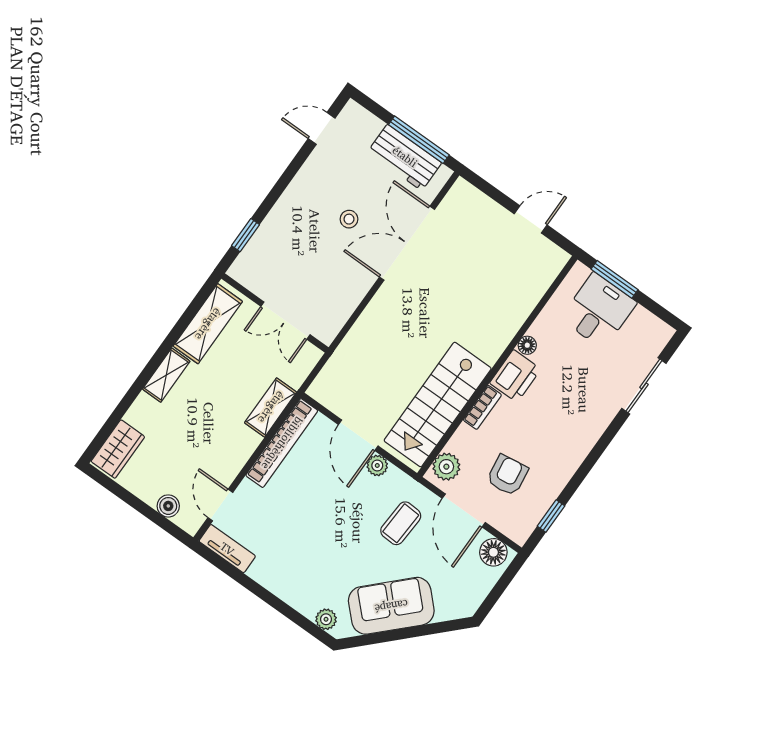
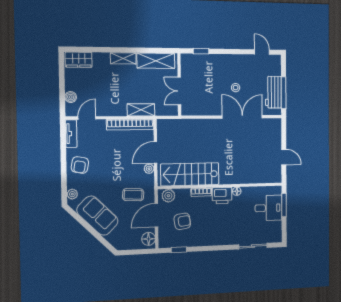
armchair: (288, 572) -> (80, 165), added

